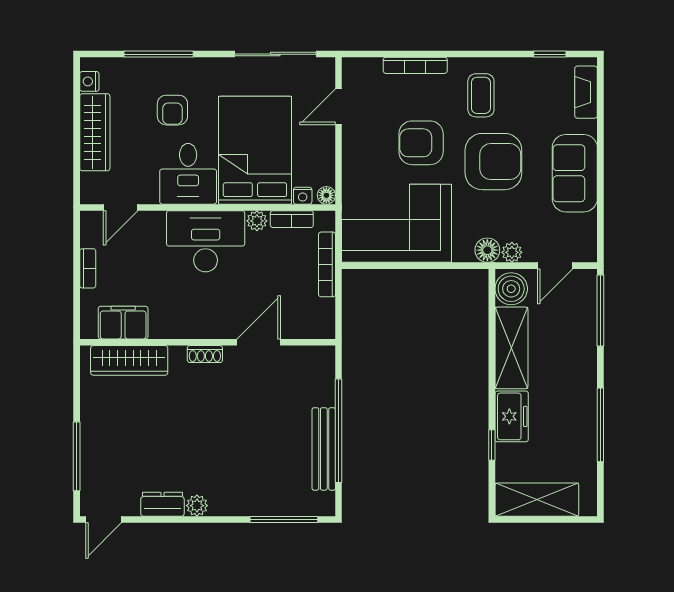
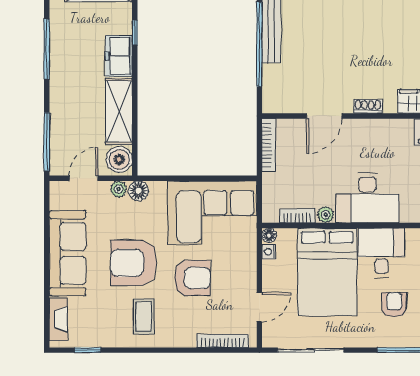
bookcase: (415, 65) -> (223, 341), moved
sofa: (575, 173) -> (68, 253), width x1.36
nightstand: (303, 196) -> (269, 252), moved, turned -90
bookcase: (327, 264) -> (269, 145), moved

